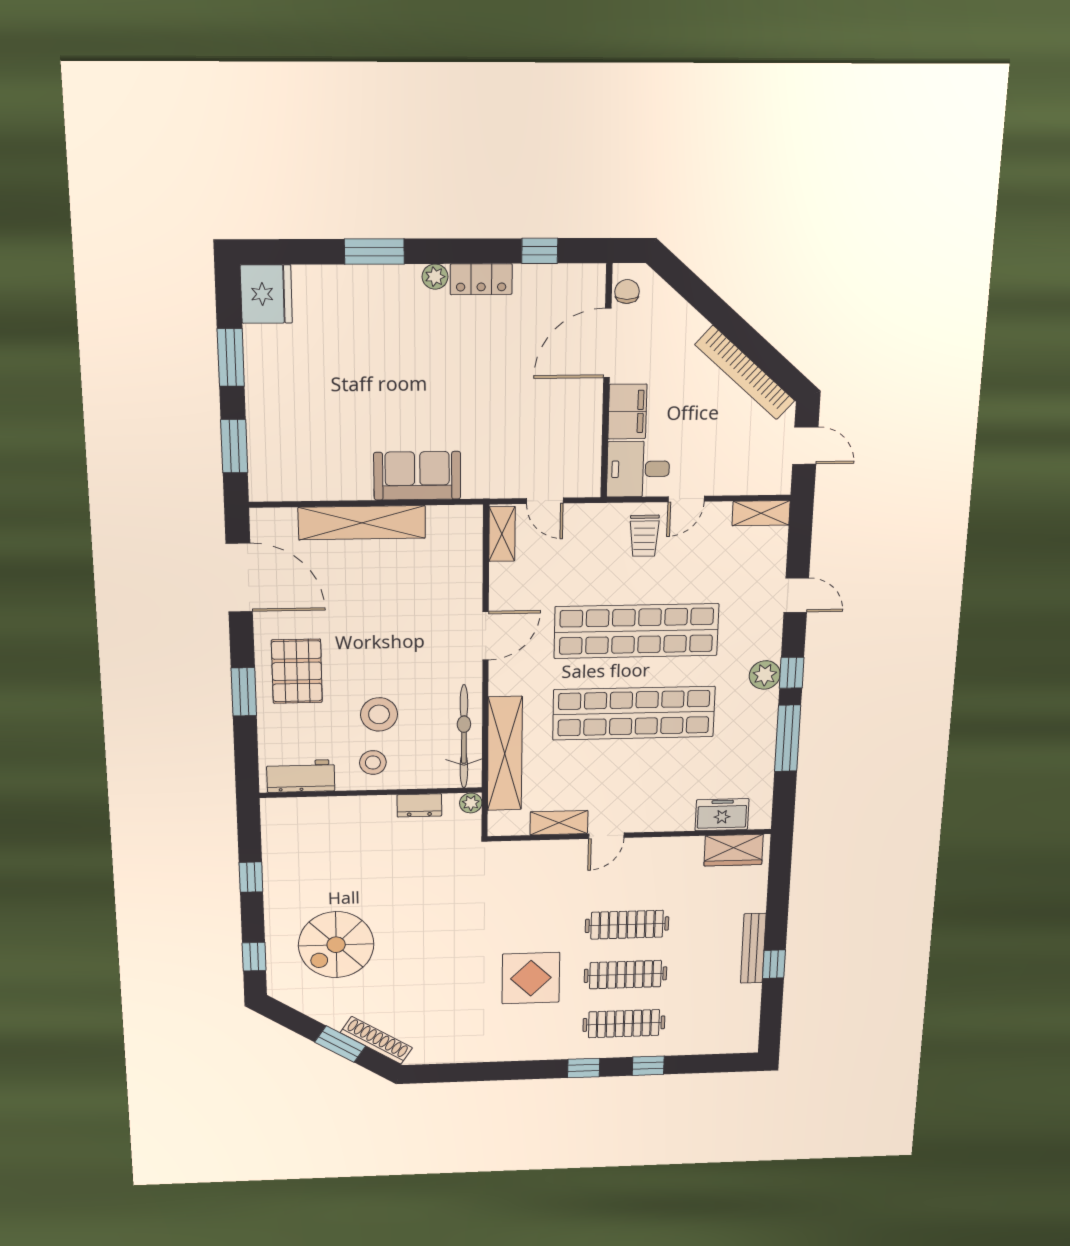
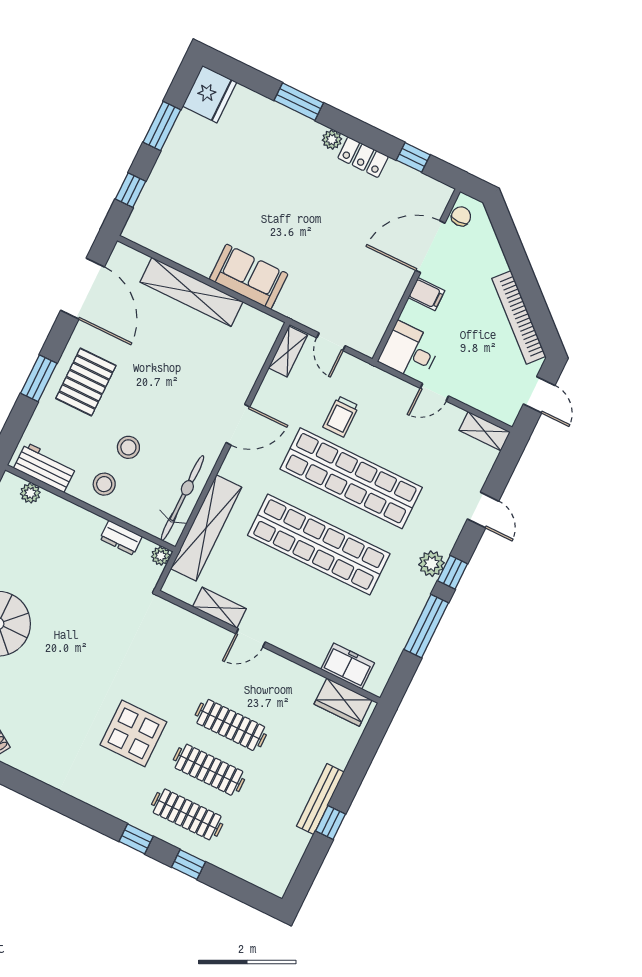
filing cabinet: (627, 412) -> (426, 294), width x0.50
window: (234, 446) -> (131, 190), width x0.67
trolley: (644, 536) -> (341, 416), moved
stool: (379, 714) -> (128, 447), width x0.73, depth x0.73
plant: (299, 808) -> (30, 493), added

